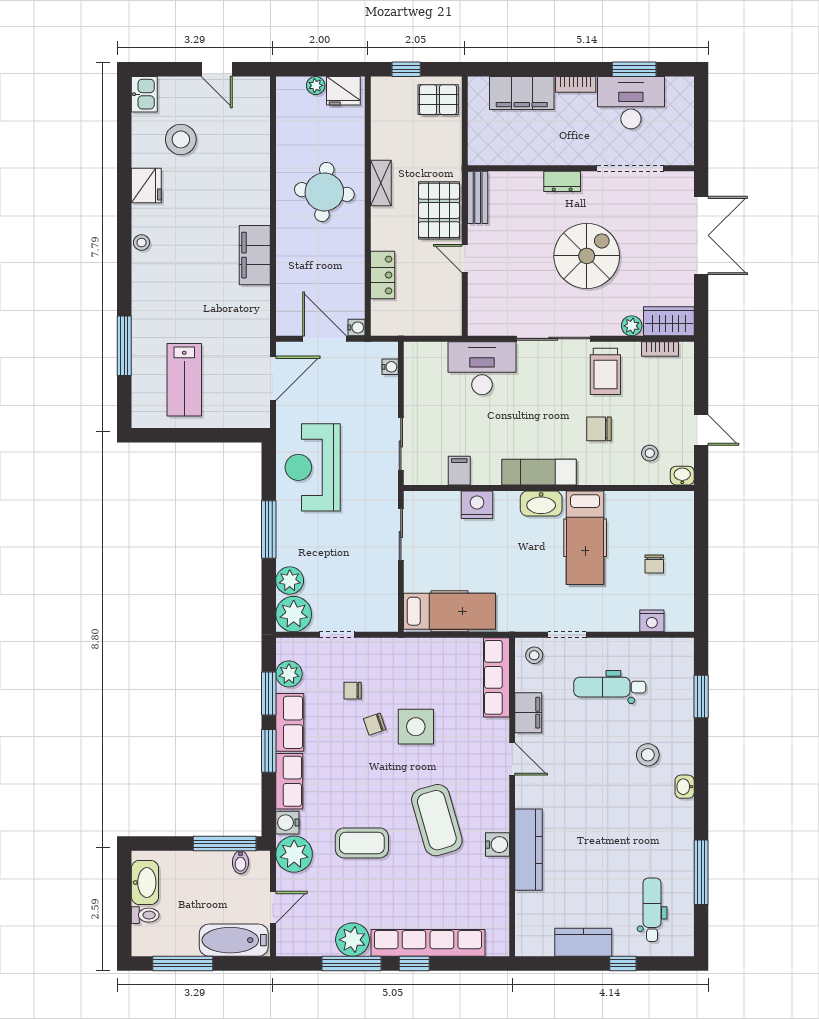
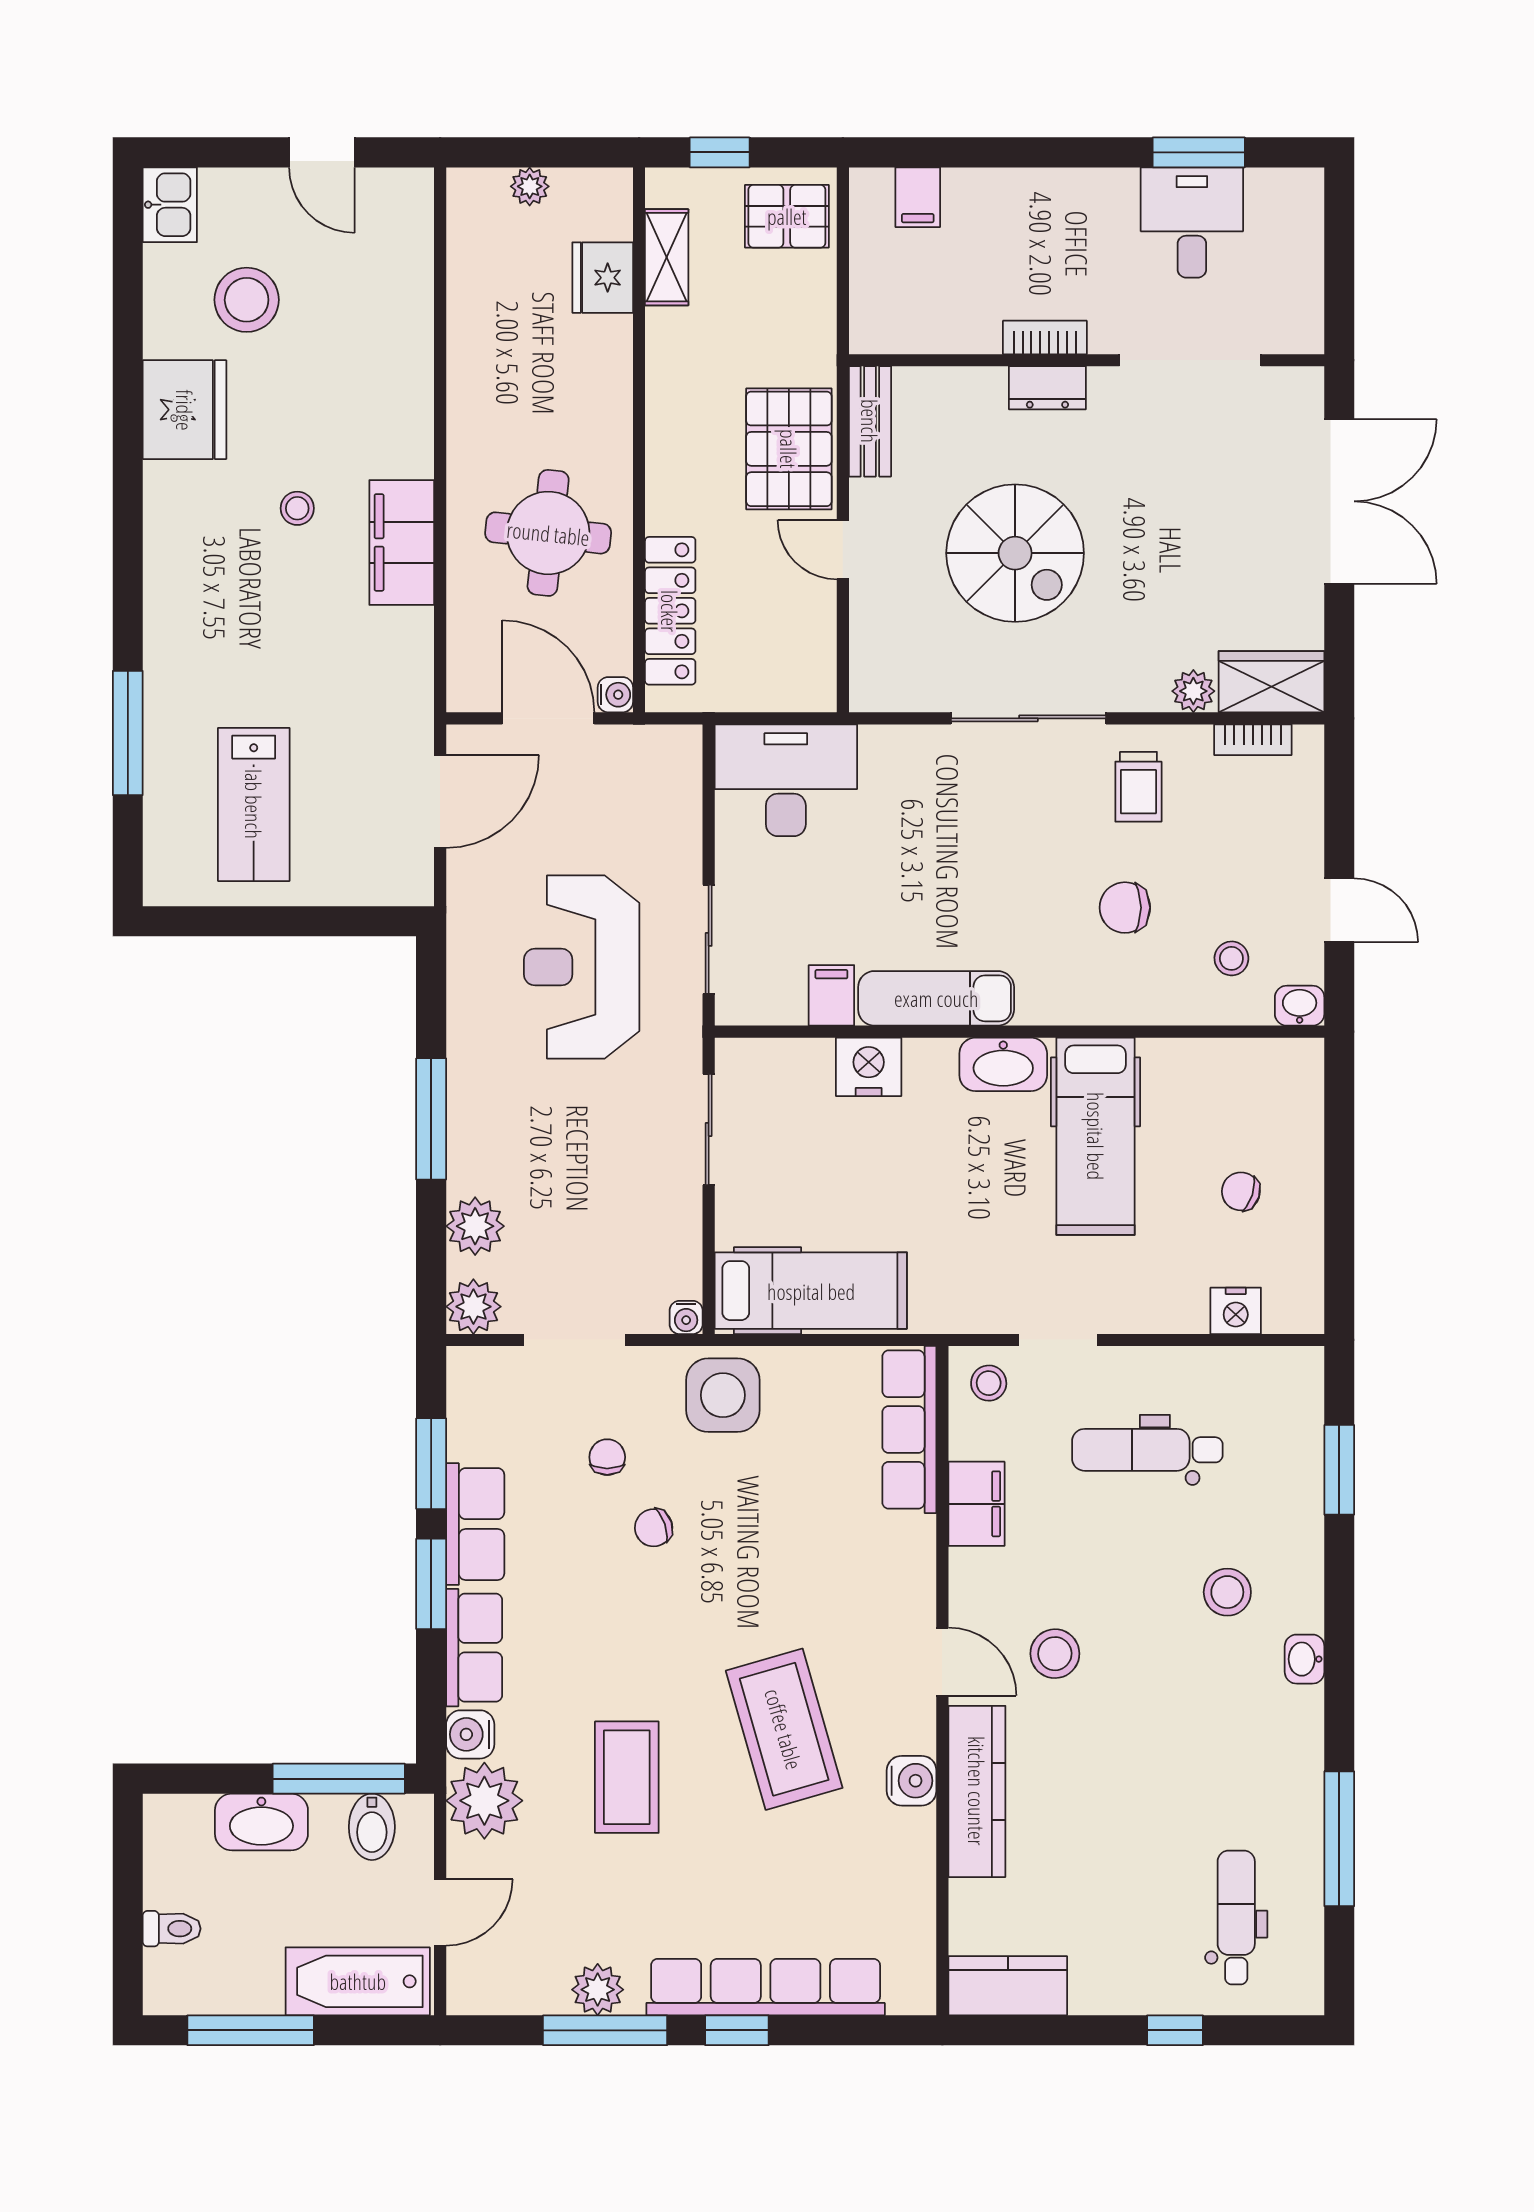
bookcase: (576, 84) -> (1045, 337), moved, turned 180
fridge: (343, 91) -> (603, 278), moved, turned 90
filing cabinet: (522, 93) -> (918, 197), width x0.33, depth x0.86
desk: (631, 103) -> (1192, 222), width x0.73
shelving: (381, 183) -> (667, 257), moved
fridge: (146, 186) -> (185, 410), width x1.36, depth x1.34
round table: (324, 192) -> (548, 533), moved
stool: (142, 243) -> (297, 508), moved
spiral stairs: (587, 256) -> (1015, 553), moved, turned 90
locker: (383, 275) -> (670, 611), width x1.53
water cooler: (390, 367) -> (686, 1317), moved, turned 90
desk: (482, 368) -> (786, 780), moved
trolley: (605, 371) -> (1138, 787), width x0.73, depth x0.72
reception desk: (313, 467) -> (582, 967), moved
exam couch: (539, 472) -> (936, 998), moved
chair: (654, 564) -> (1241, 1191), turned 108
plant: (294, 614) -> (473, 1307), width x0.73, depth x0.73
doorway: (337, 635) -> (575, 1340), width x1.38
plant: (289, 674) -> (474, 1422), removed
chair: (353, 691) -> (607, 1457), turned 90
side table: (416, 727) -> (723, 1395), moved
door: (512, 759) -> (942, 1662), moved
stool: (566, 784) -> (1055, 1654), added
coffee table: (362, 843) -> (627, 1777), turned 90
bidet: (240, 862) -> (372, 1827), width x1.38, depth x1.36
washbasin: (145, 883) -> (261, 1822), moved, turned 90
plant: (352, 940) -> (598, 1990), width x0.73, depth x0.73
kitchen counter: (583, 942) -> (1008, 1986), moved

